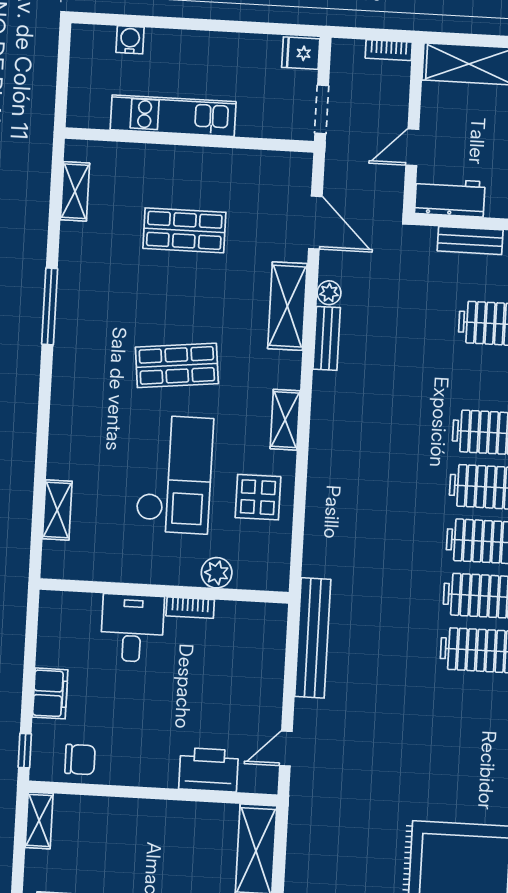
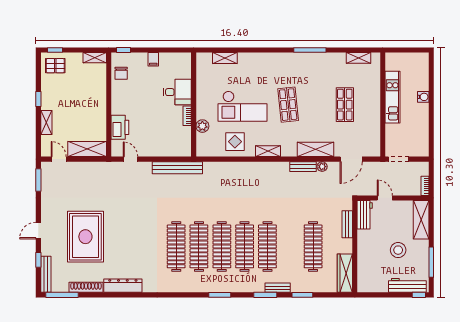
water cooler: (130, 40) -> (423, 97), moved
fridge: (301, 53) -> (422, 149), removed
filing cabinet: (50, 693) -> (153, 59), width x0.50

